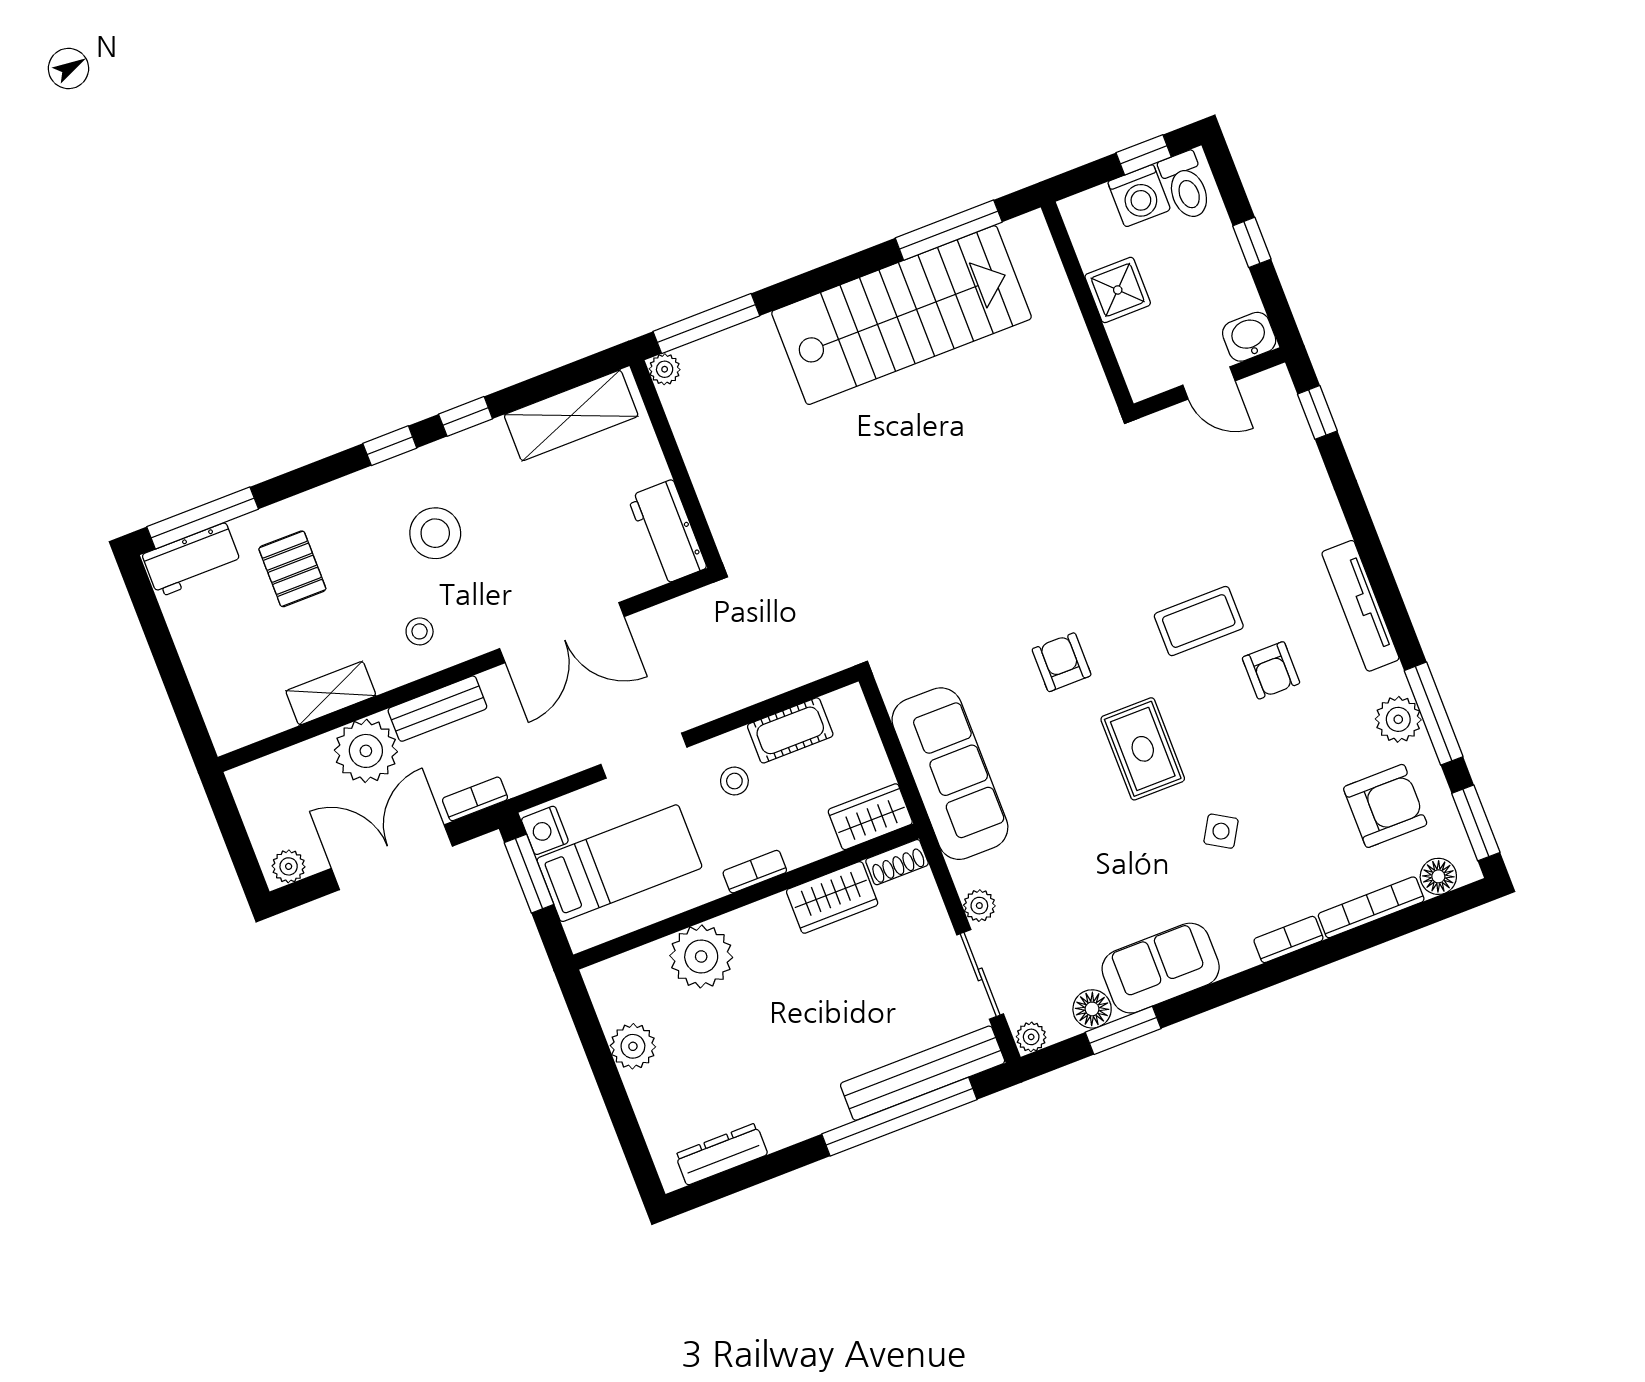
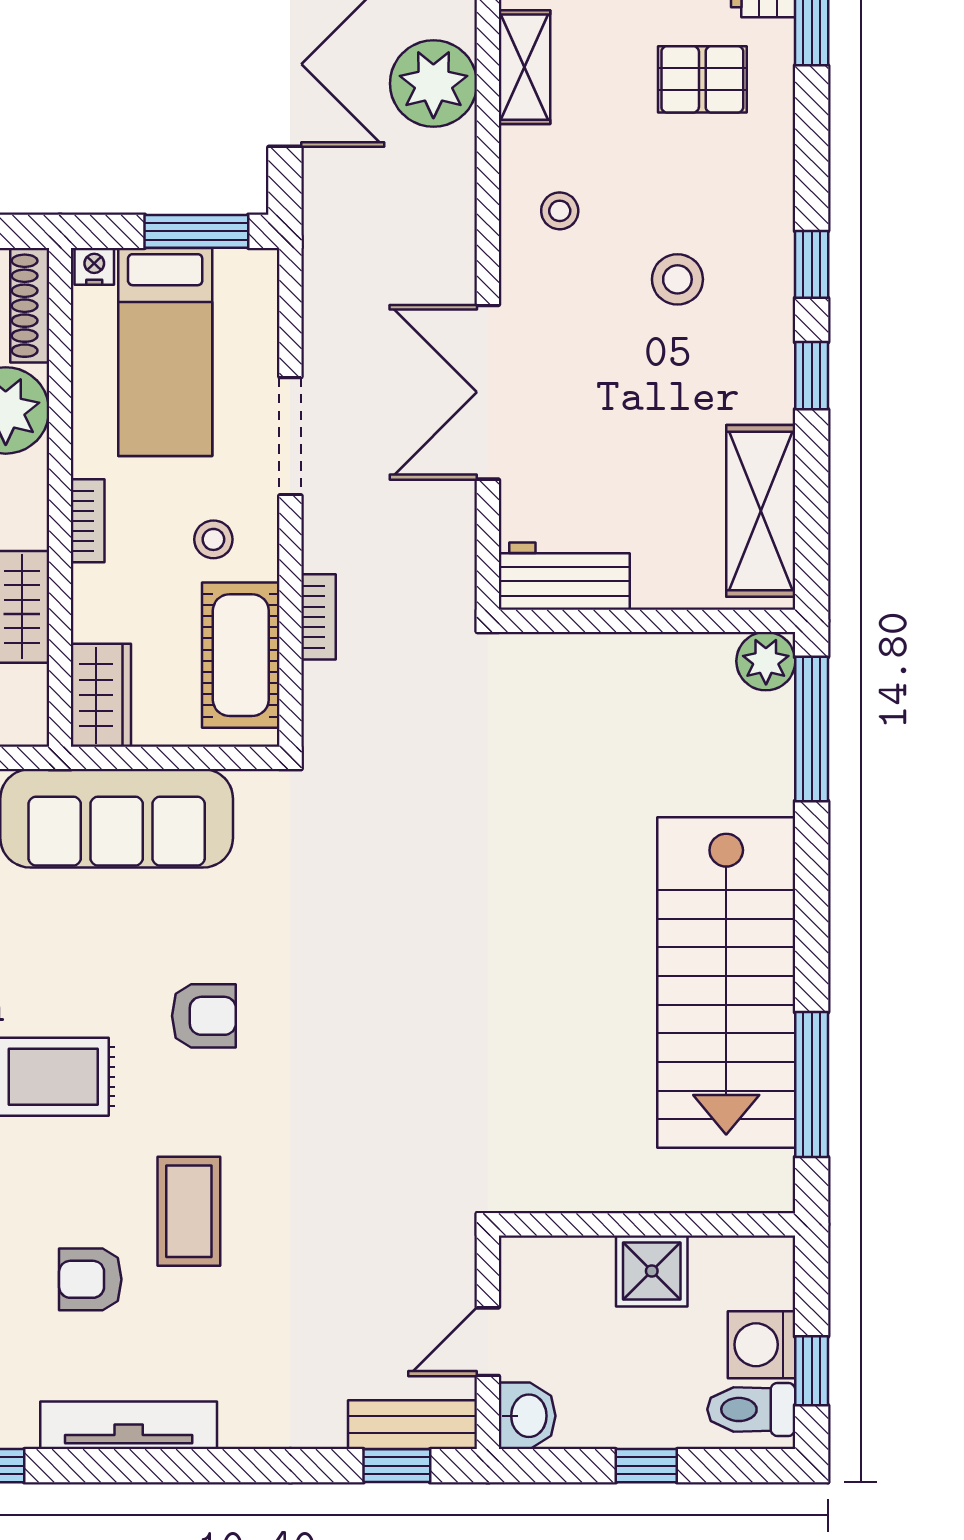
plant: (665, 369) -> (766, 661), width x1.38, depth x1.38
stool: (435, 533) -> (677, 279), width x0.73, depth x0.73
bench: (437, 709) -> (413, 1425), moved, turned 90
cot: (790, 730) -> (241, 655), width x1.37, depth x1.34
bookcase: (475, 799) -> (318, 617), moved
nightstand: (545, 830) -> (94, 266), moved, width x0.72, depth x0.74
shoe rack: (897, 862) -> (30, 306), moved, width x1.43

